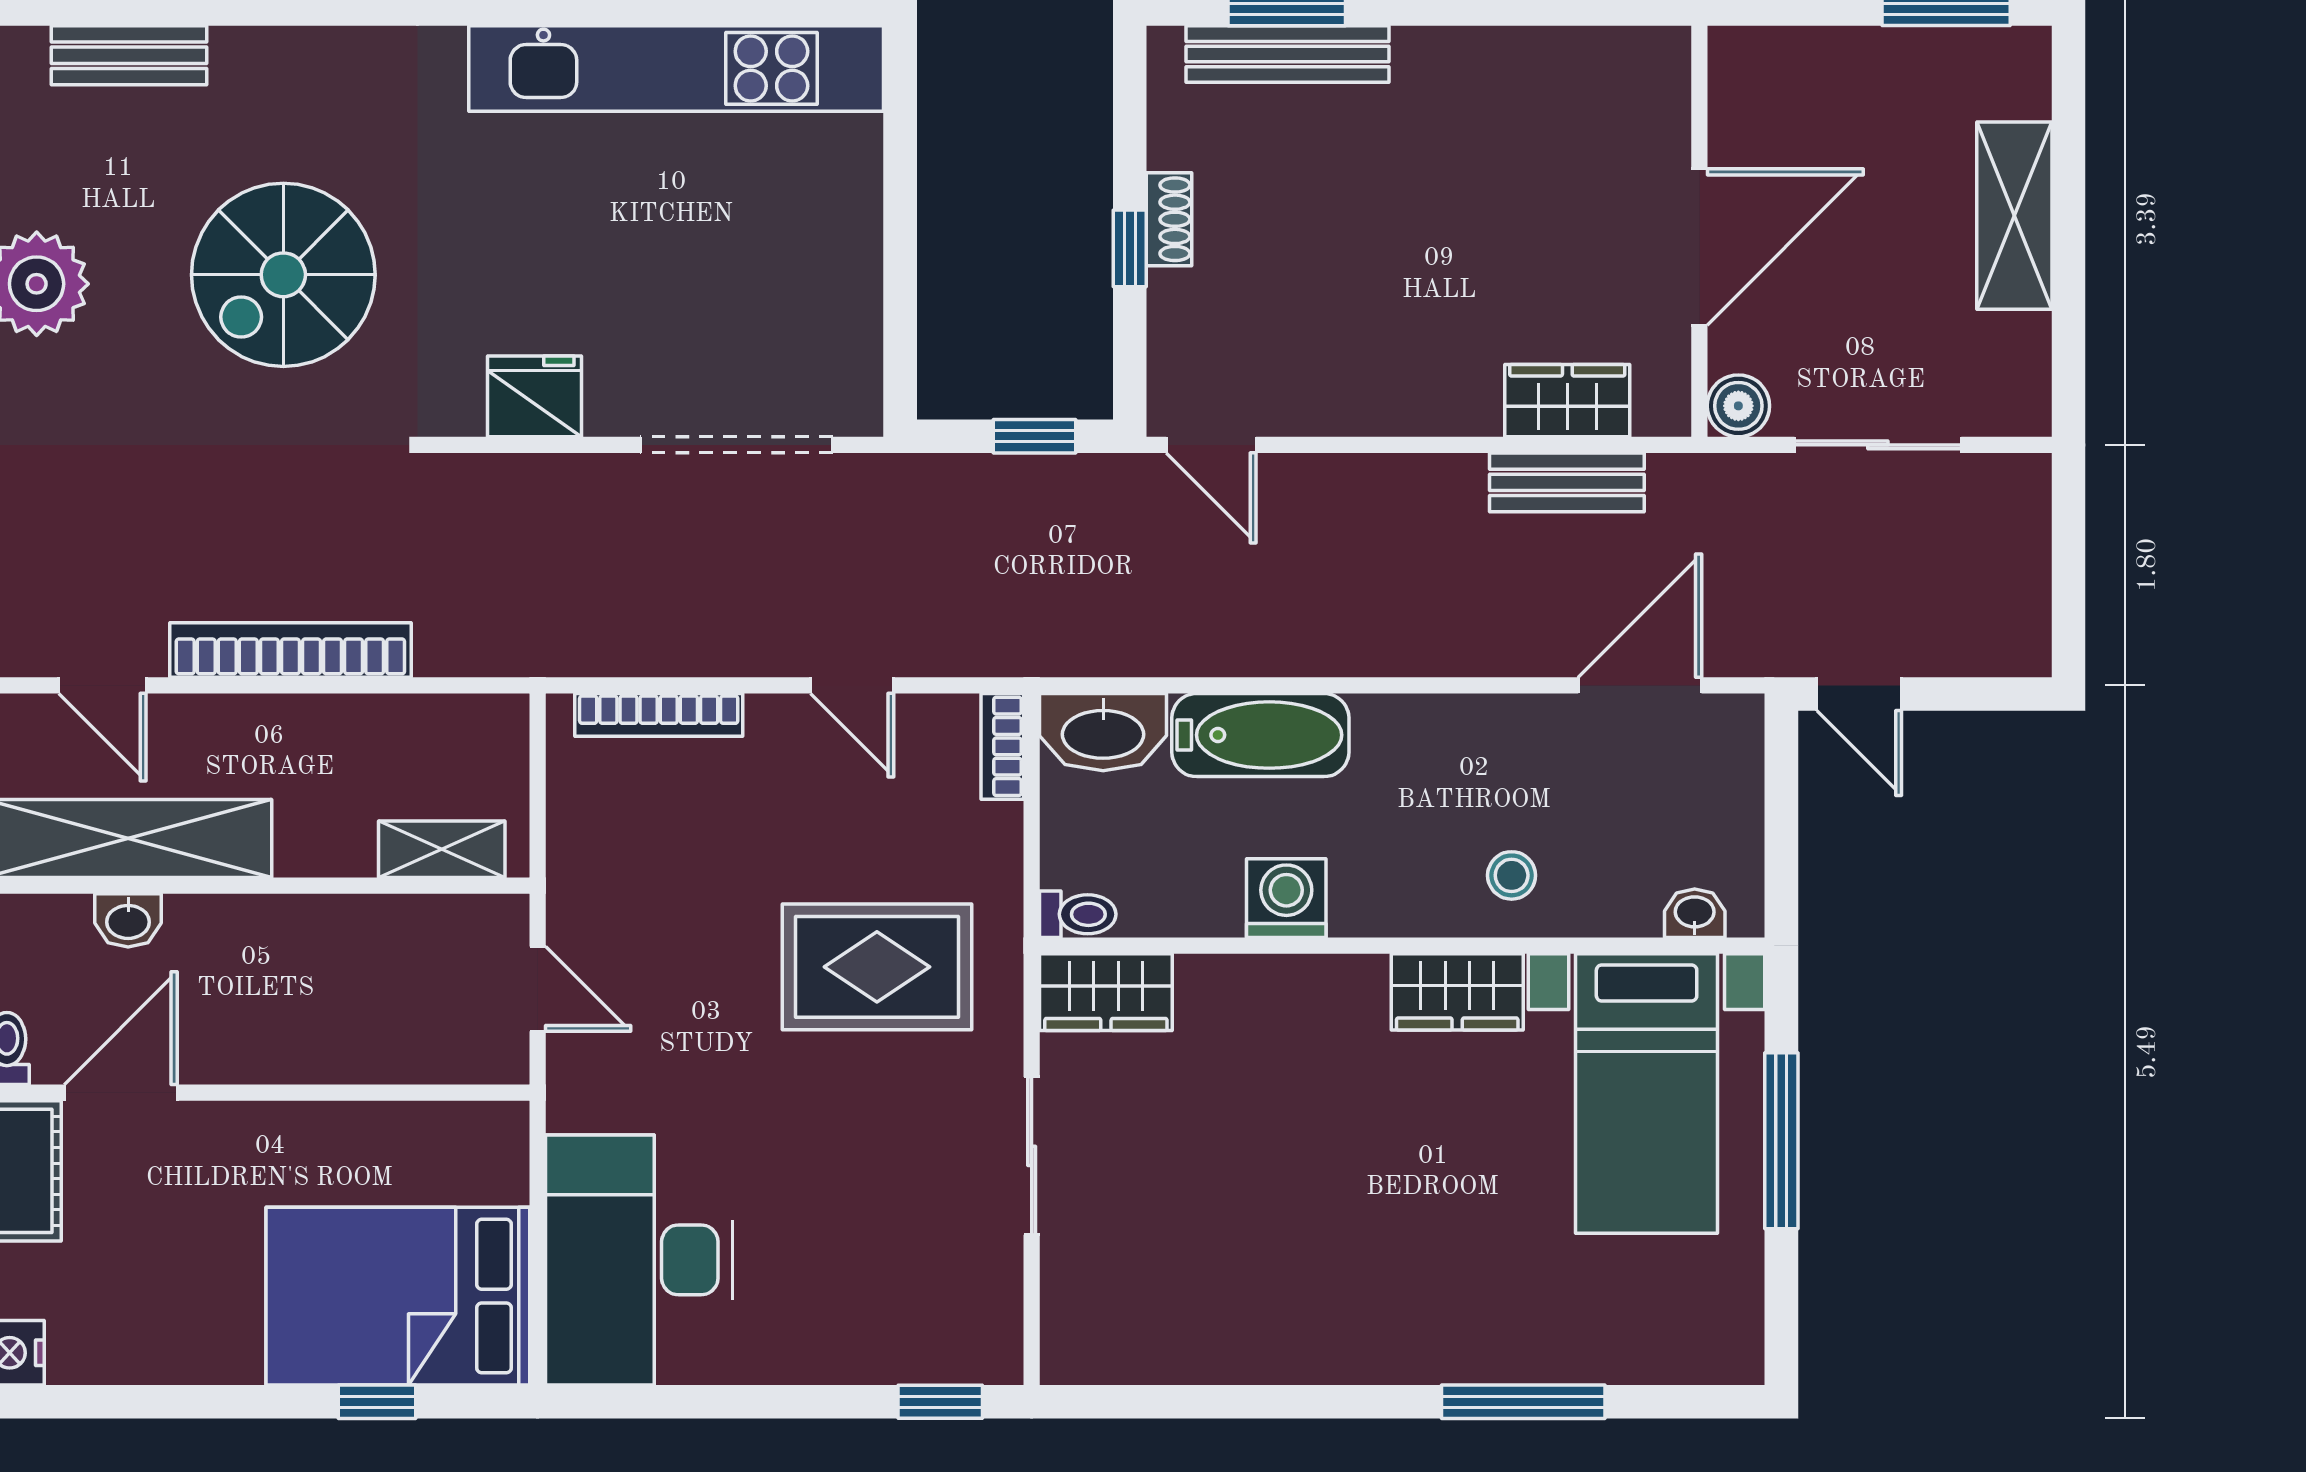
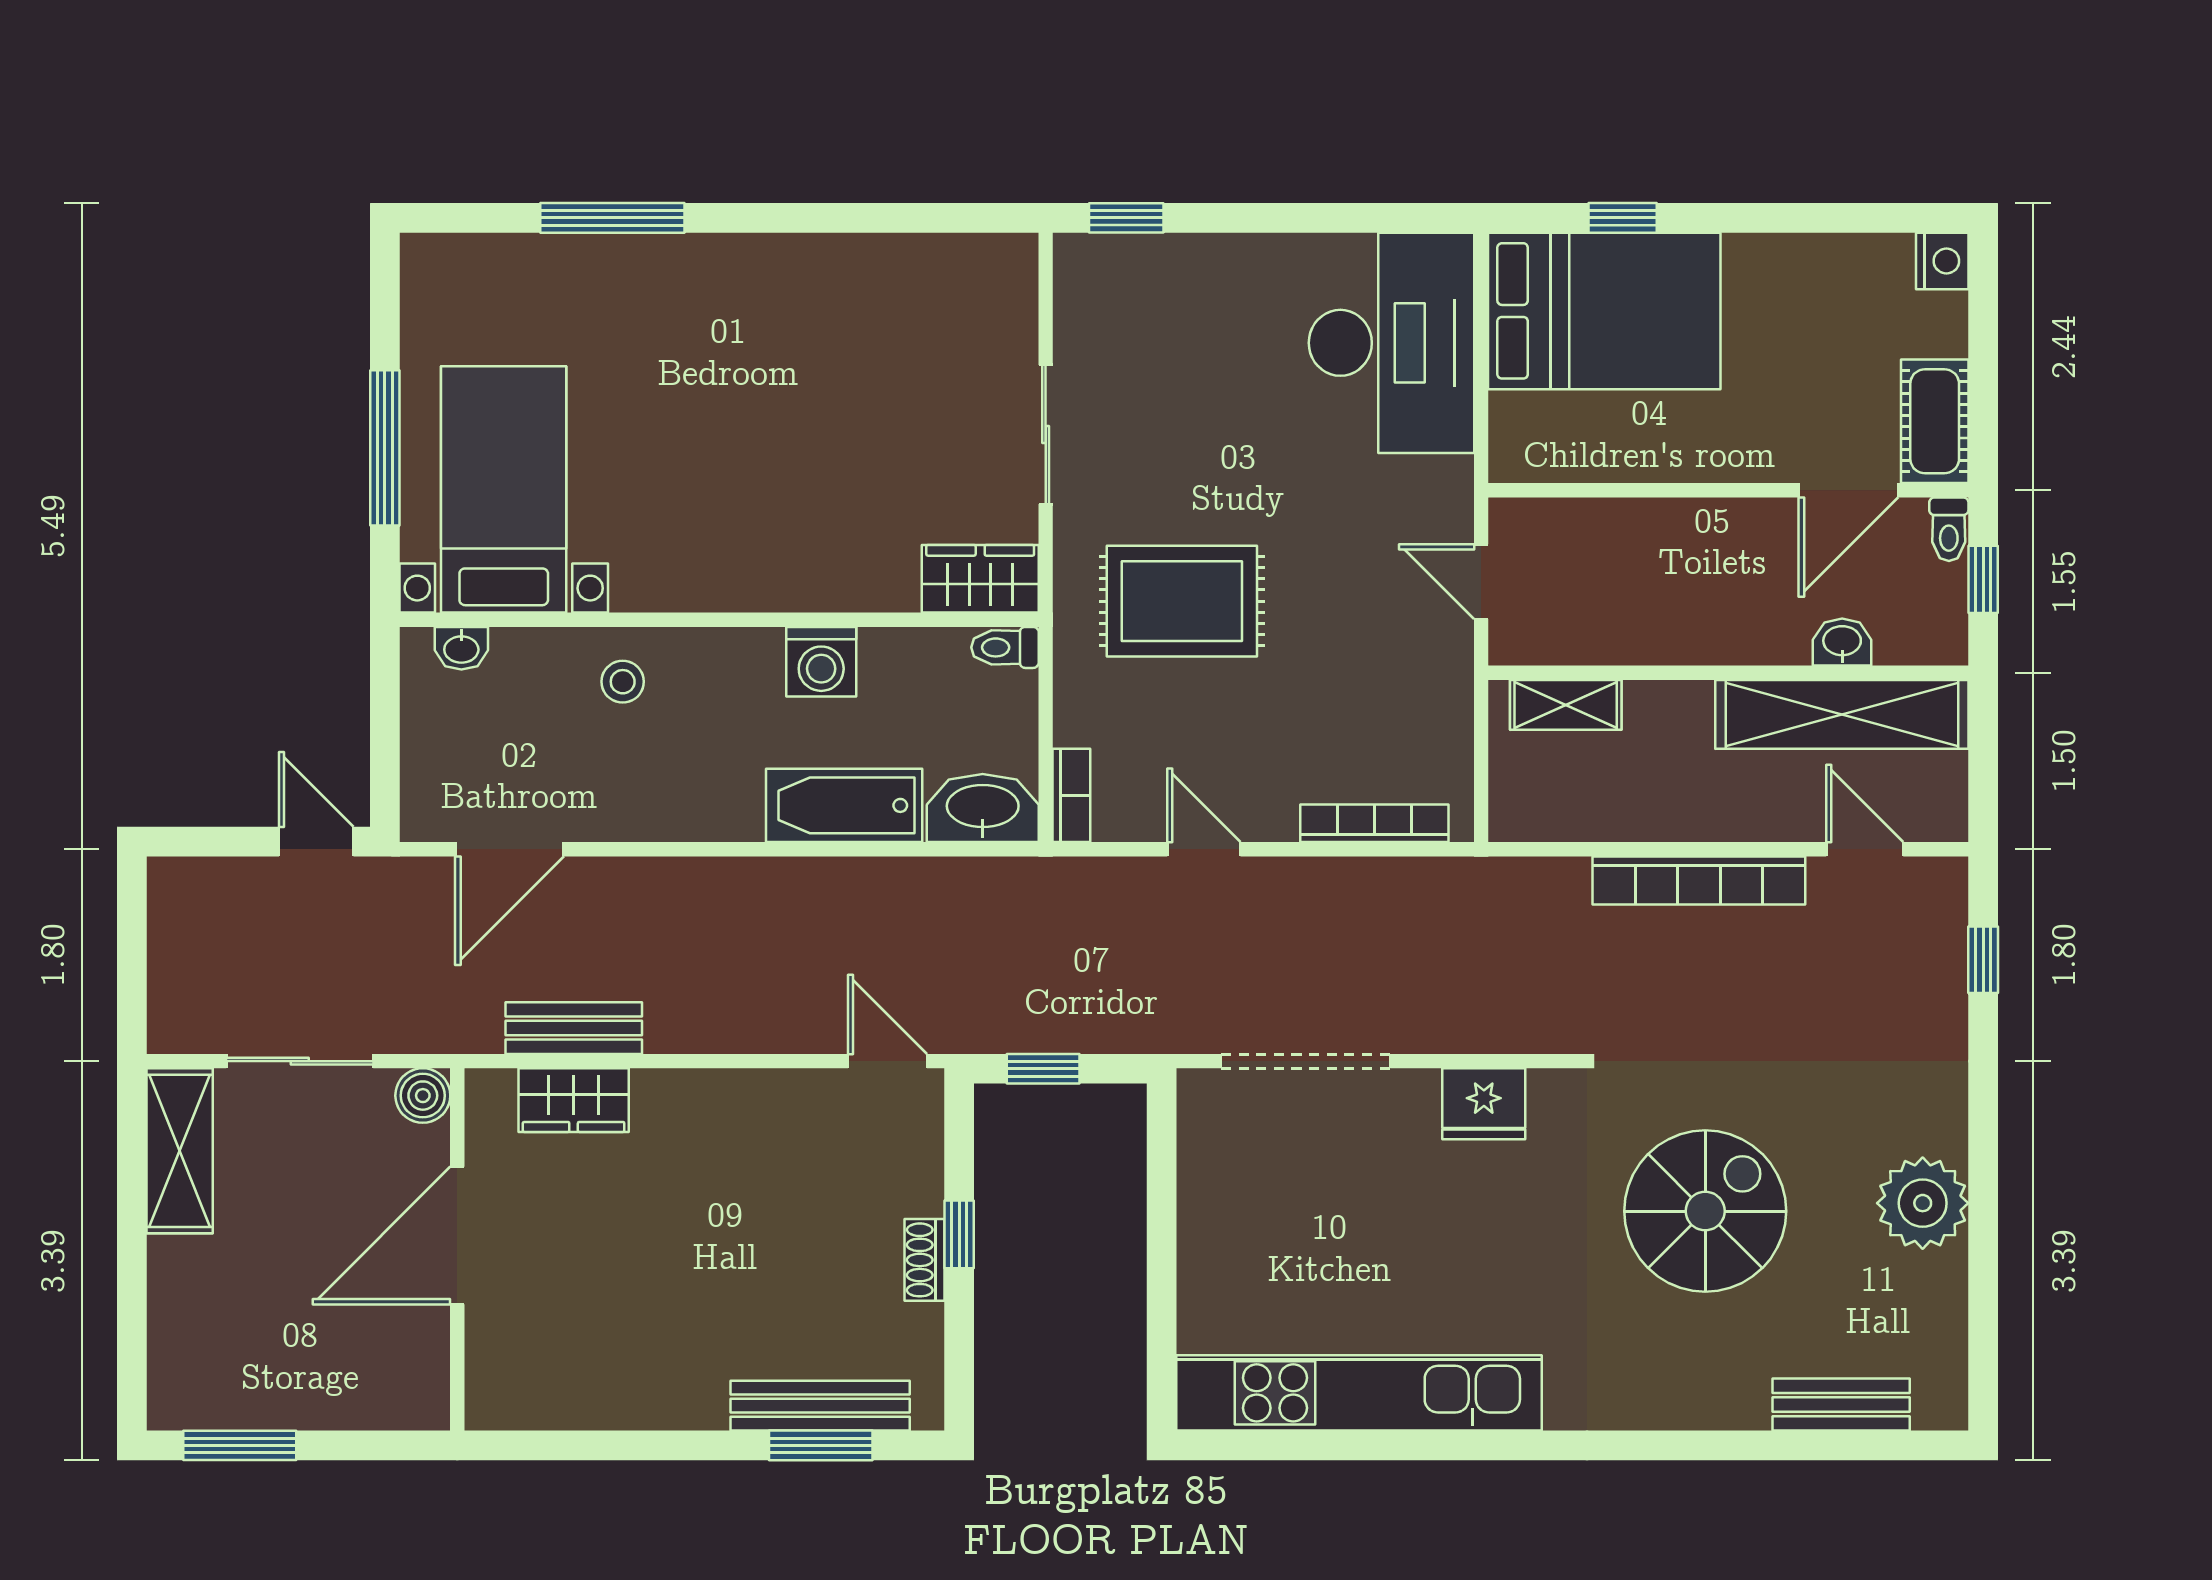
shelving: (2014, 216) -> (180, 1151), moved
wardrobe: (1457, 992) -> (671, 579), removed

